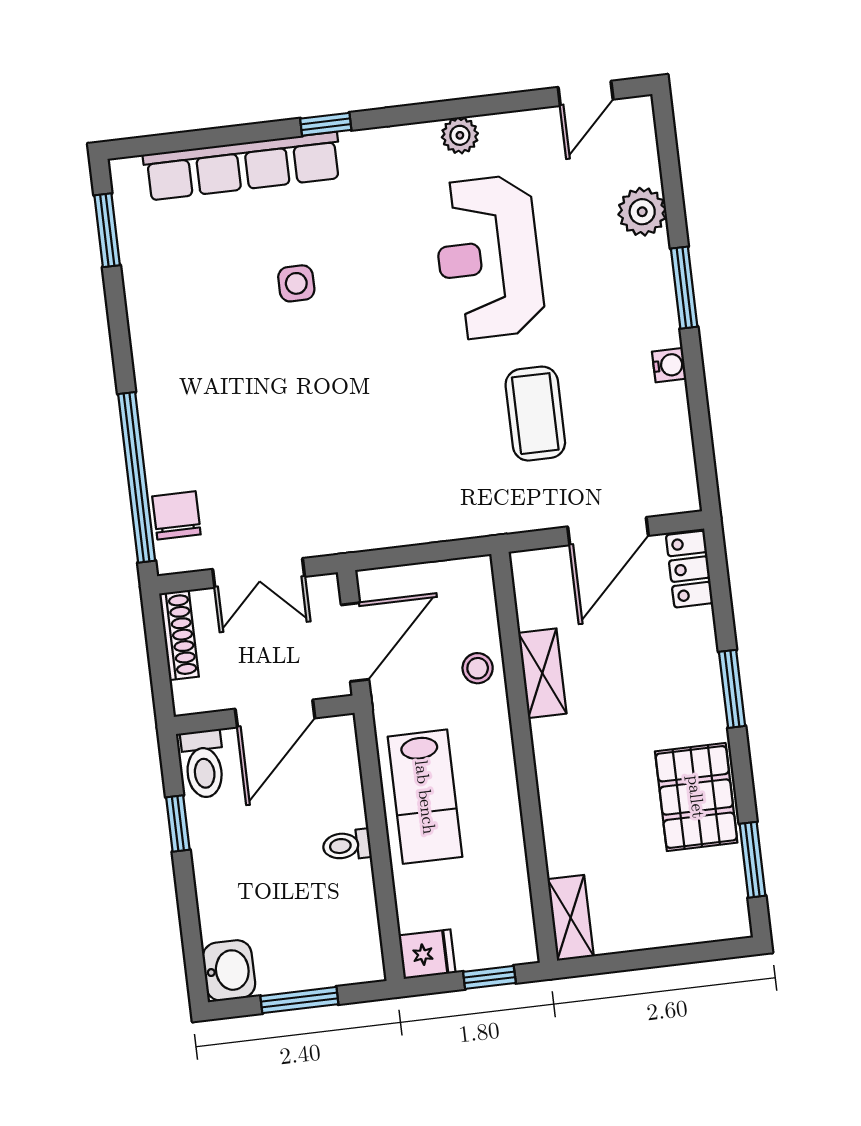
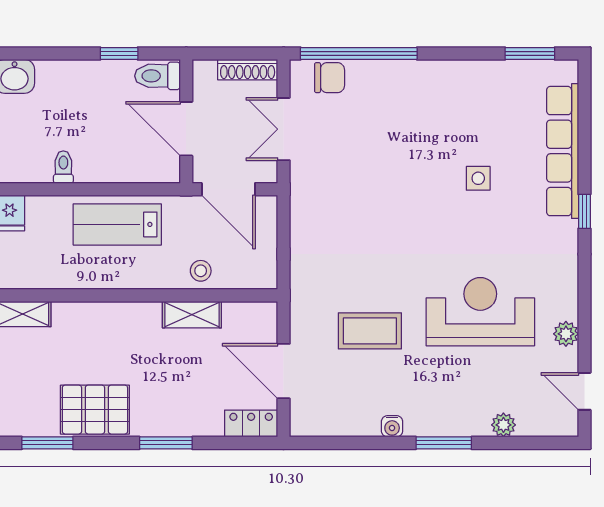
plant: (460, 135) -> (566, 334), moved
plant: (642, 212) -> (503, 425), width x0.73, depth x0.73
toilet: (347, 845) -> (63, 167), moved

